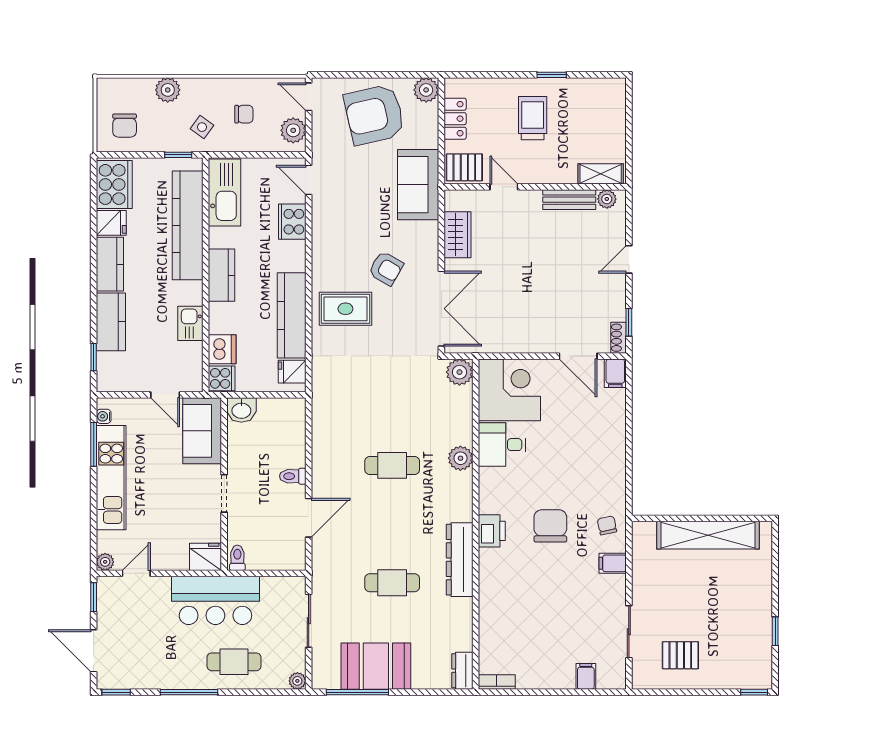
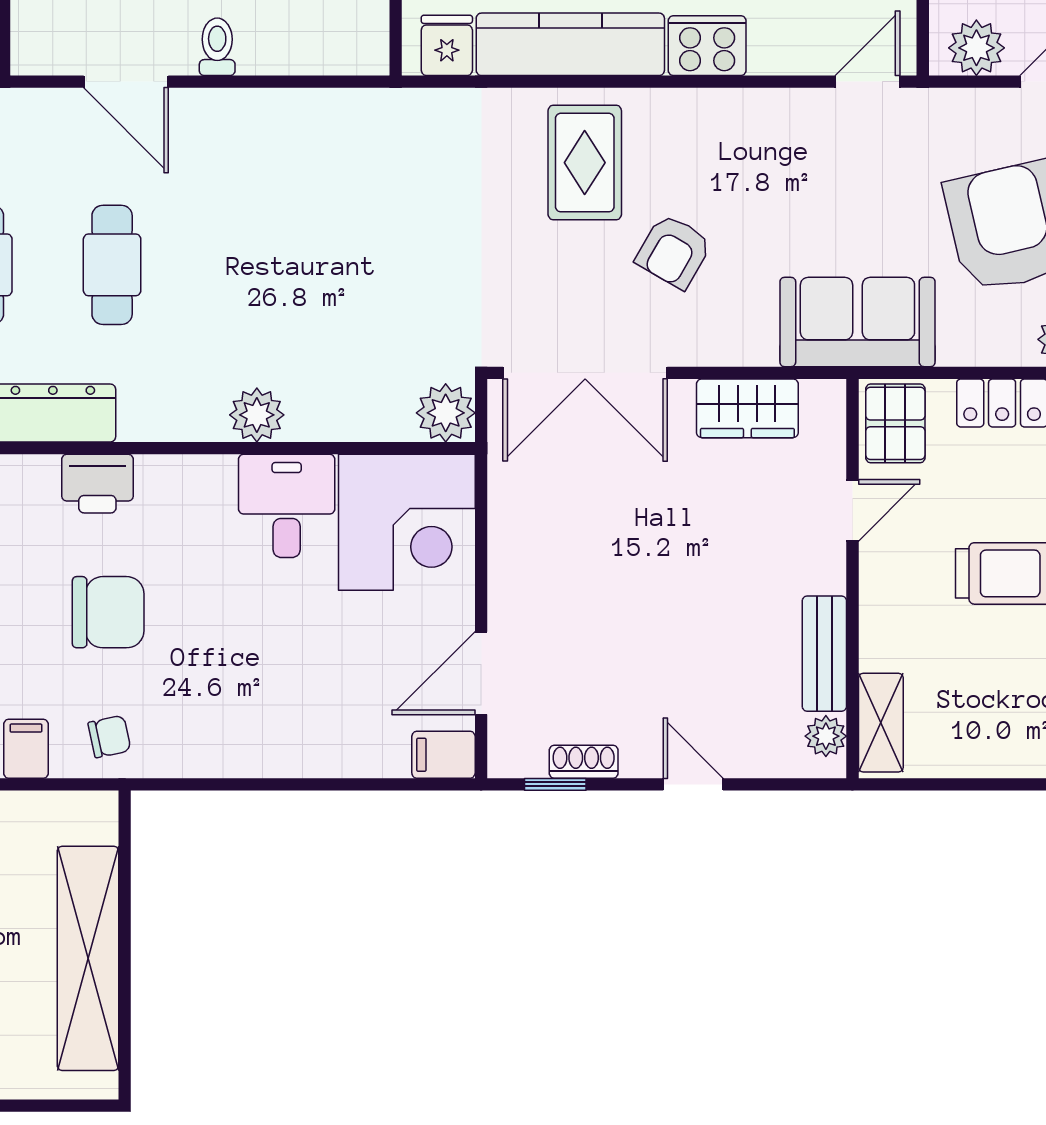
cooker: (292, 222) -> (707, 46), moved
shoe rack: (618, 338) -> (584, 762), moved
cafe table: (392, 465) -> (112, 265), moved

